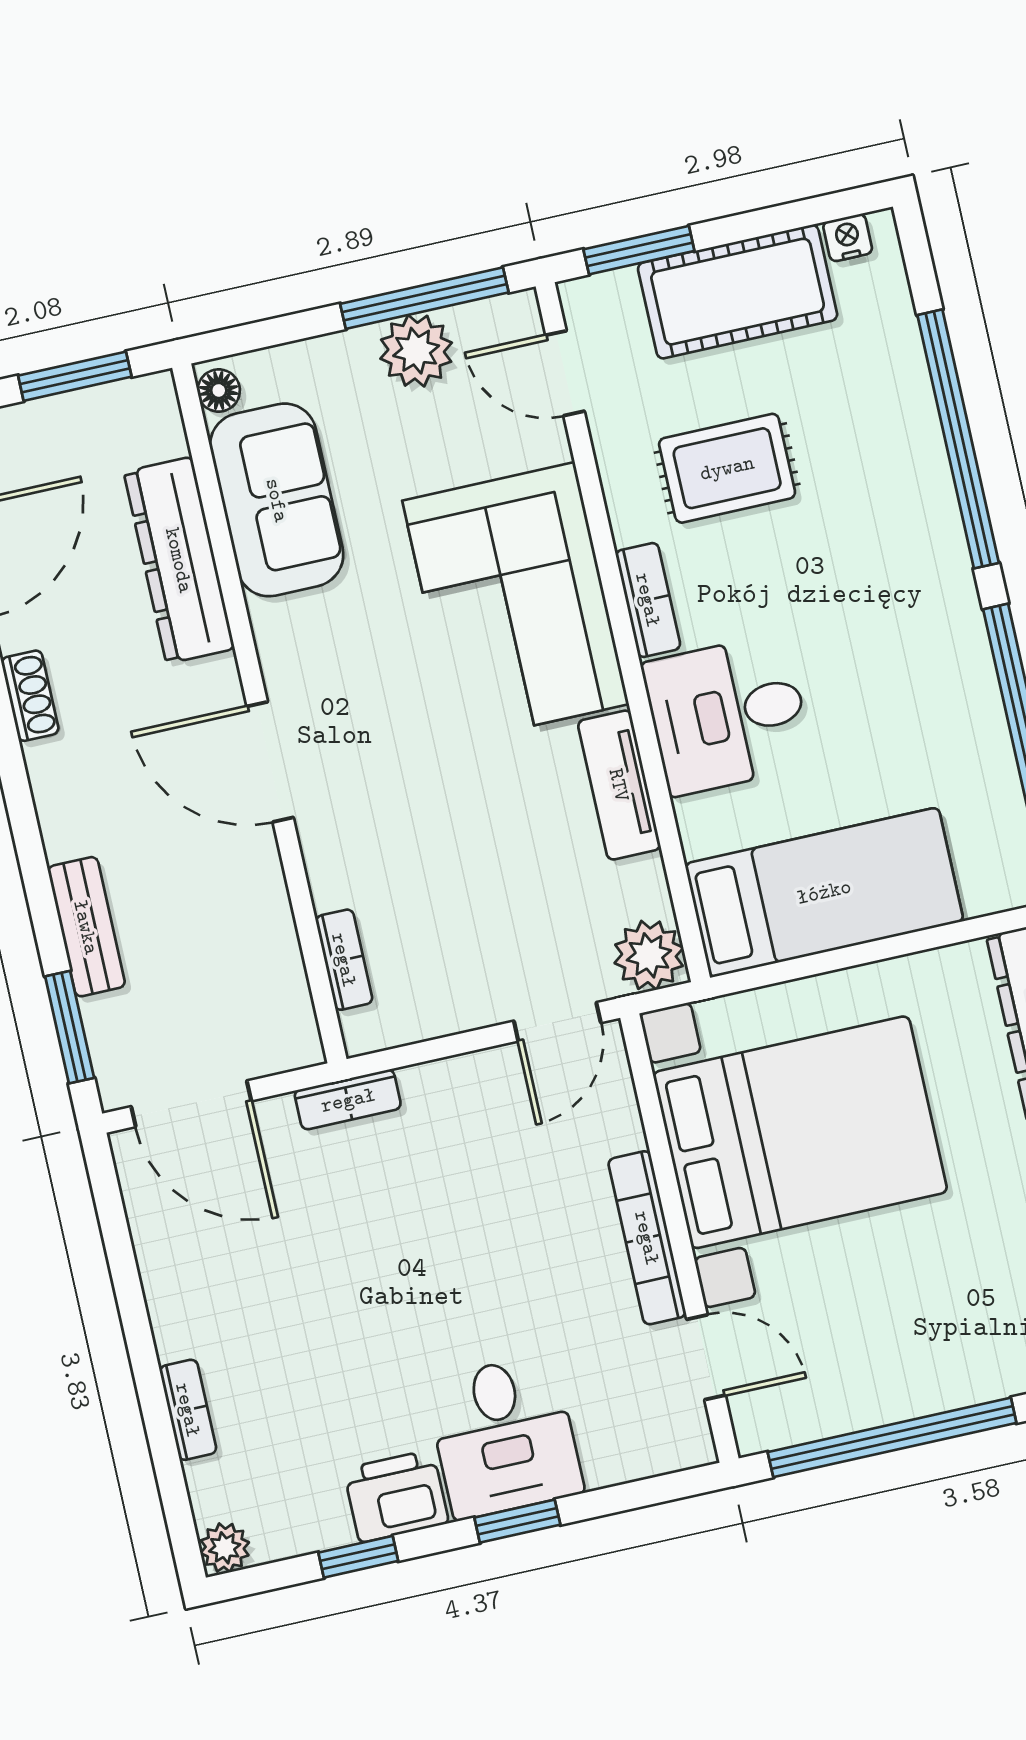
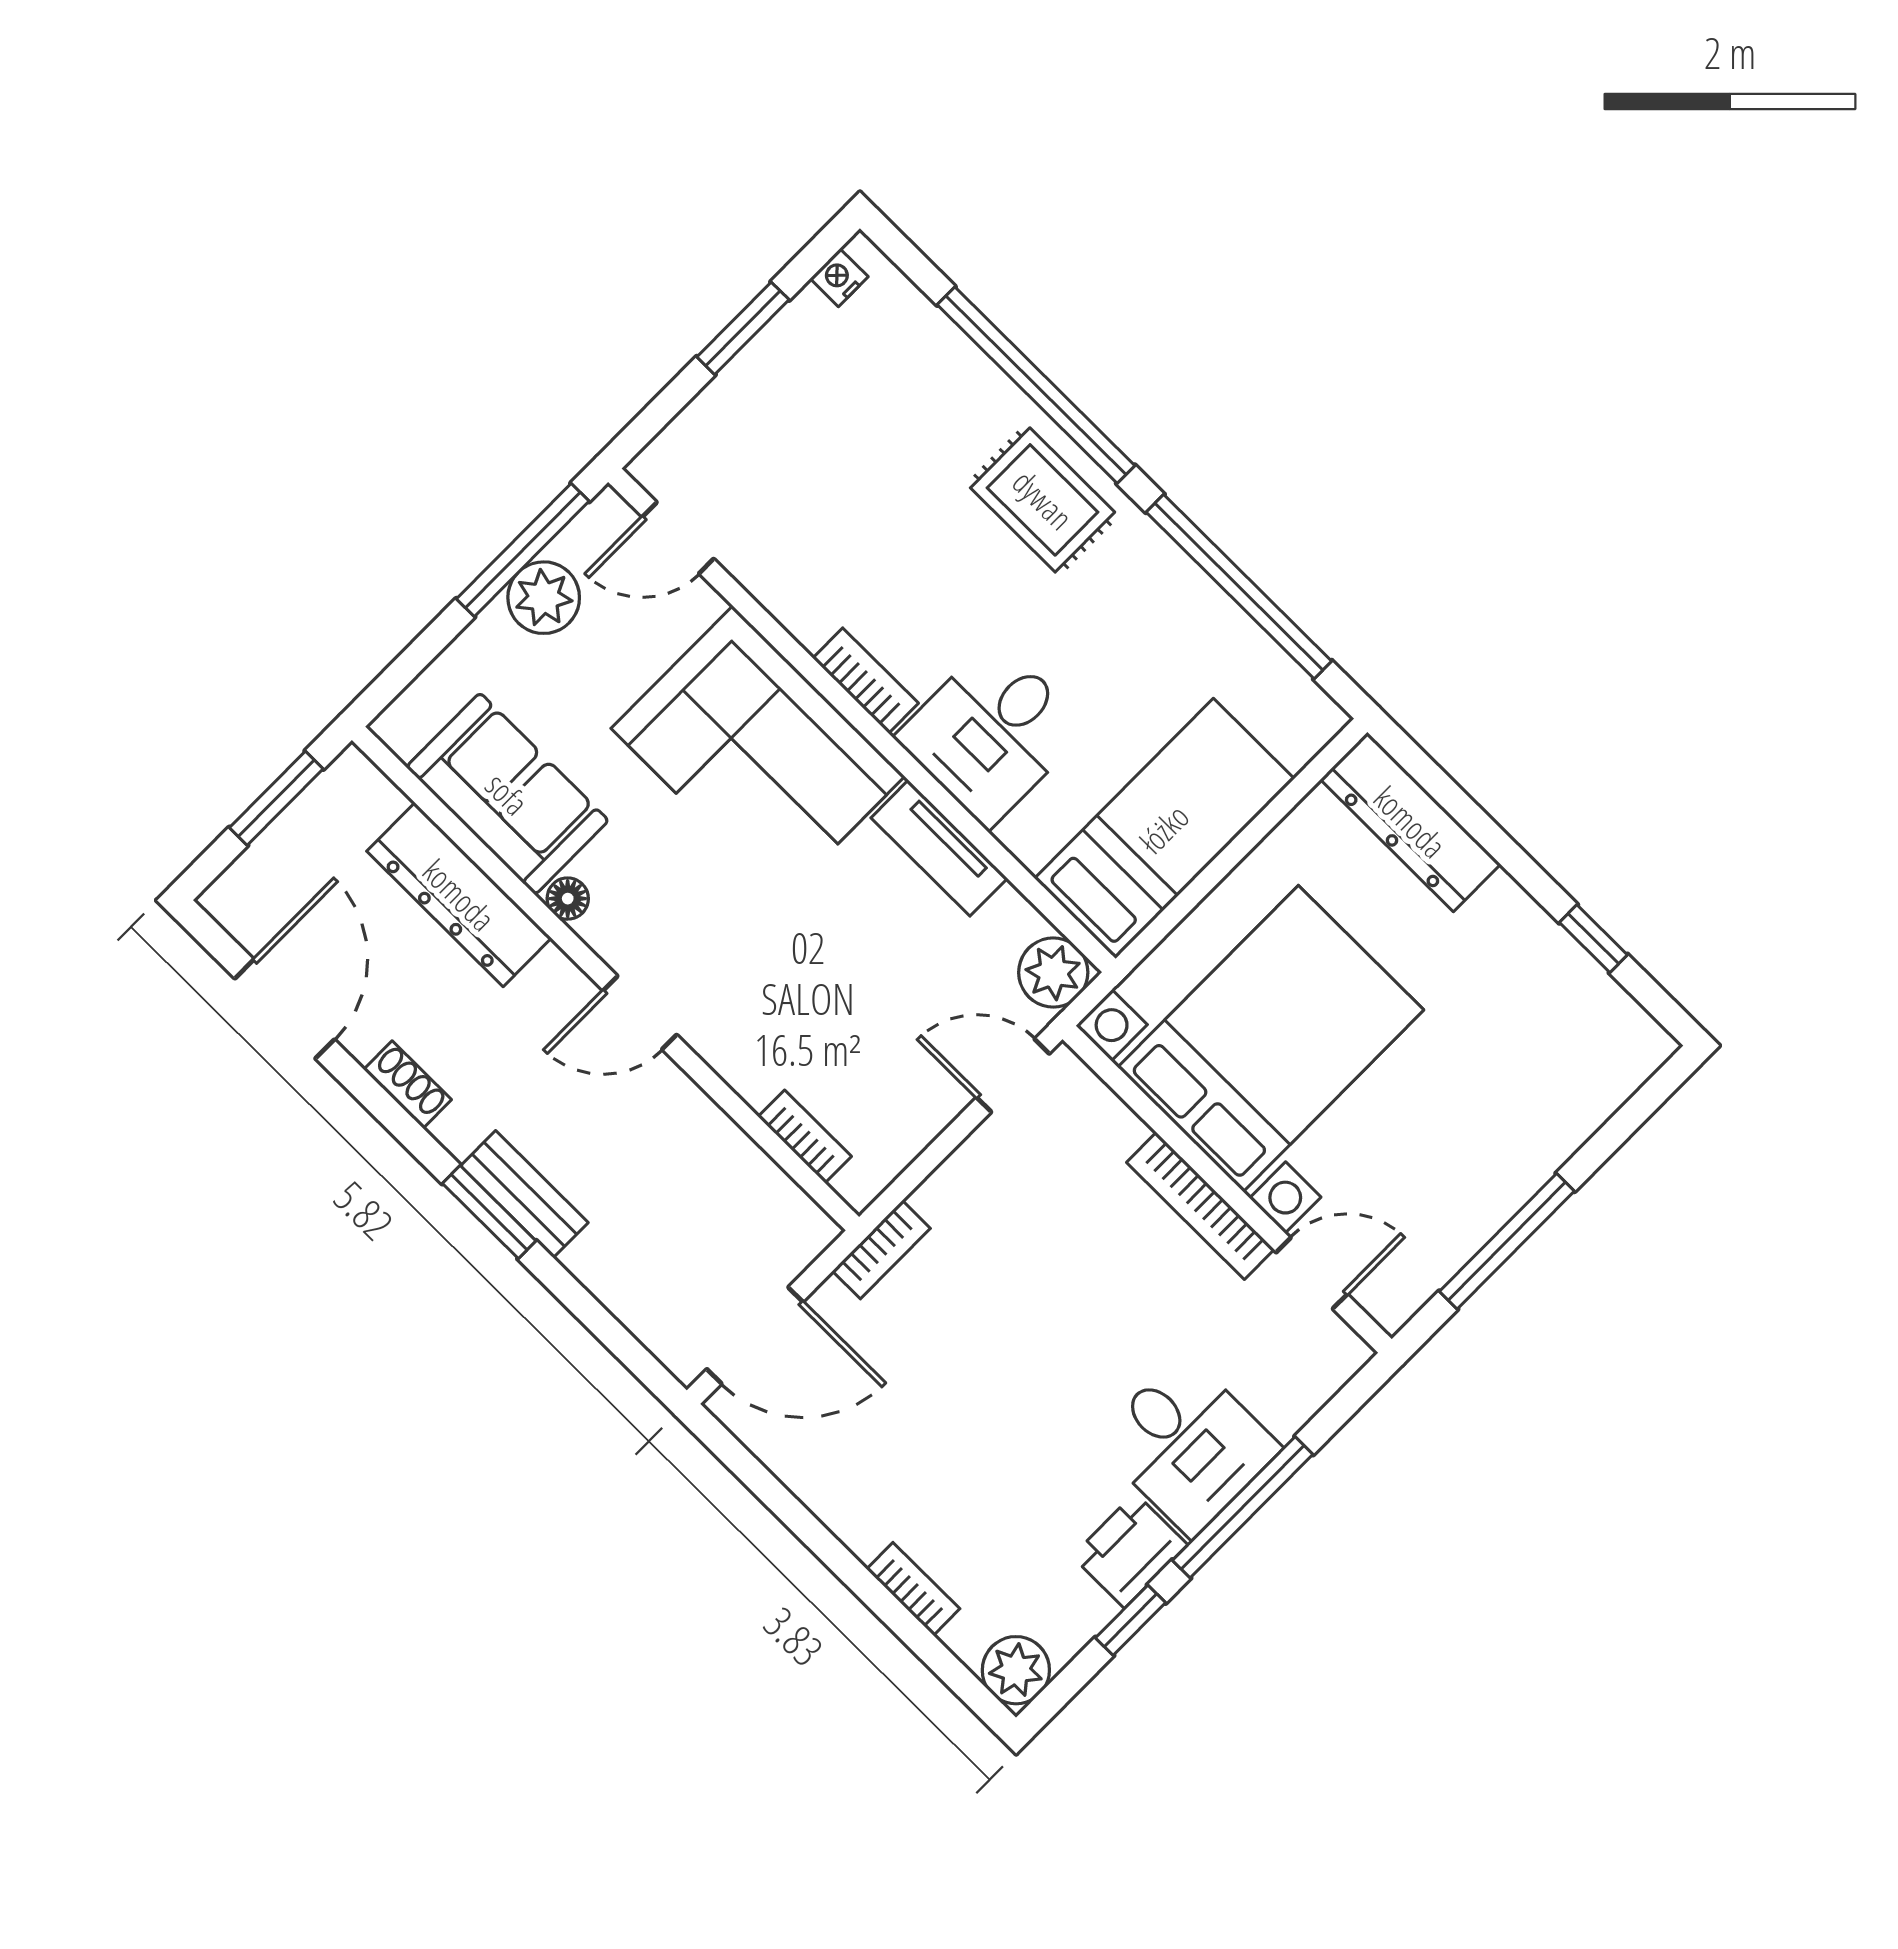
window: (639, 250) -> (743, 328), moved
cot: (738, 292) -> (777, 380), removed
floor lamp: (219, 391) -> (568, 899), moved
rug: (727, 468) -> (1043, 500), moved, turned 90
door: (270, 762) -> (640, 1013), width x0.73
bench: (86, 927) -> (524, 1194), moved
door: (557, 1022) -> (1013, 1076), swing flipped
window: (70, 1027) -> (489, 1212), moved
window: (892, 1437) -> (1507, 1241), width x0.68
window: (517, 1521) -> (1243, 1507), width x2.17
plant: (225, 1548) -> (1016, 1670), width x1.38, depth x1.38

